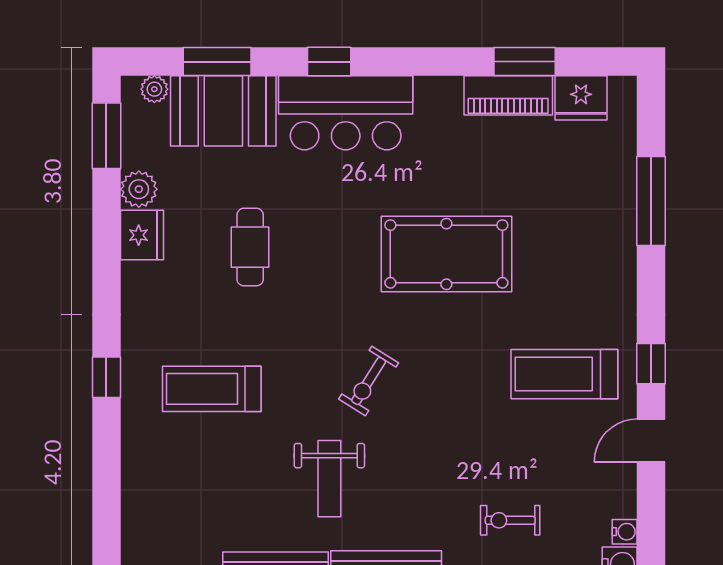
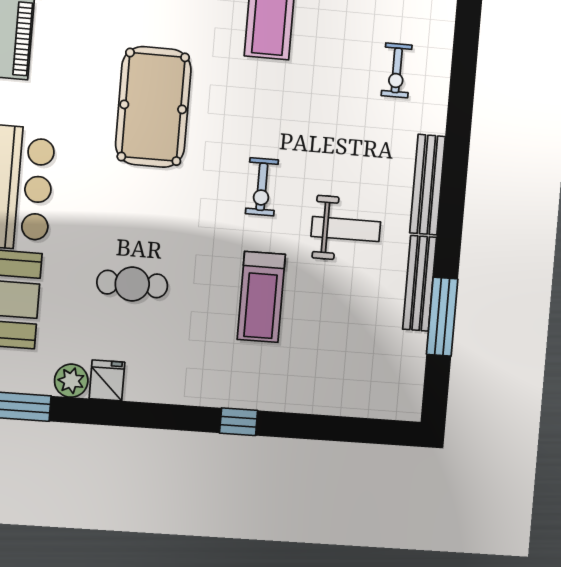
fridge: (142, 235) -> (107, 380), width x0.72
exercise bike: (369, 381) -> (262, 187), turned 58
treadmill: (212, 389) -> (261, 297), moved

